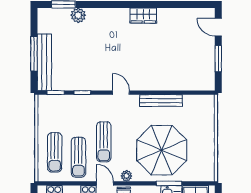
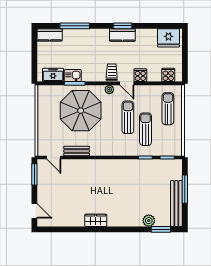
window: (218, 59) -> (34, 174), moved
bench: (44, 62) -> (176, 204), moved
door: (121, 93) -> (54, 158), moved
bench: (161, 101) -> (77, 151), width x0.73
sun lounger: (78, 157) -> (146, 129), moved

